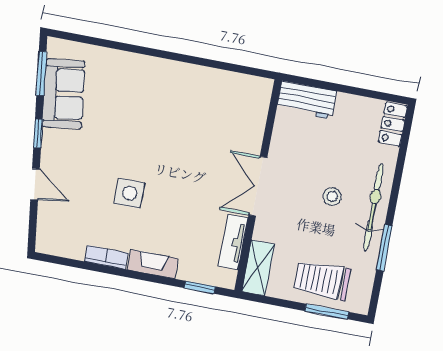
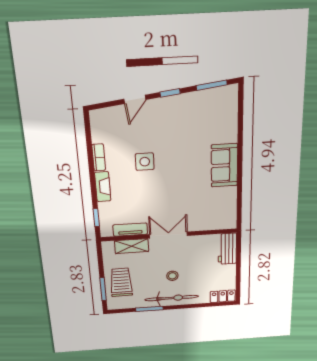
sofa: (64, 94) -> (224, 165), moved, turned 98
shelving: (258, 268) -> (132, 246), moved

